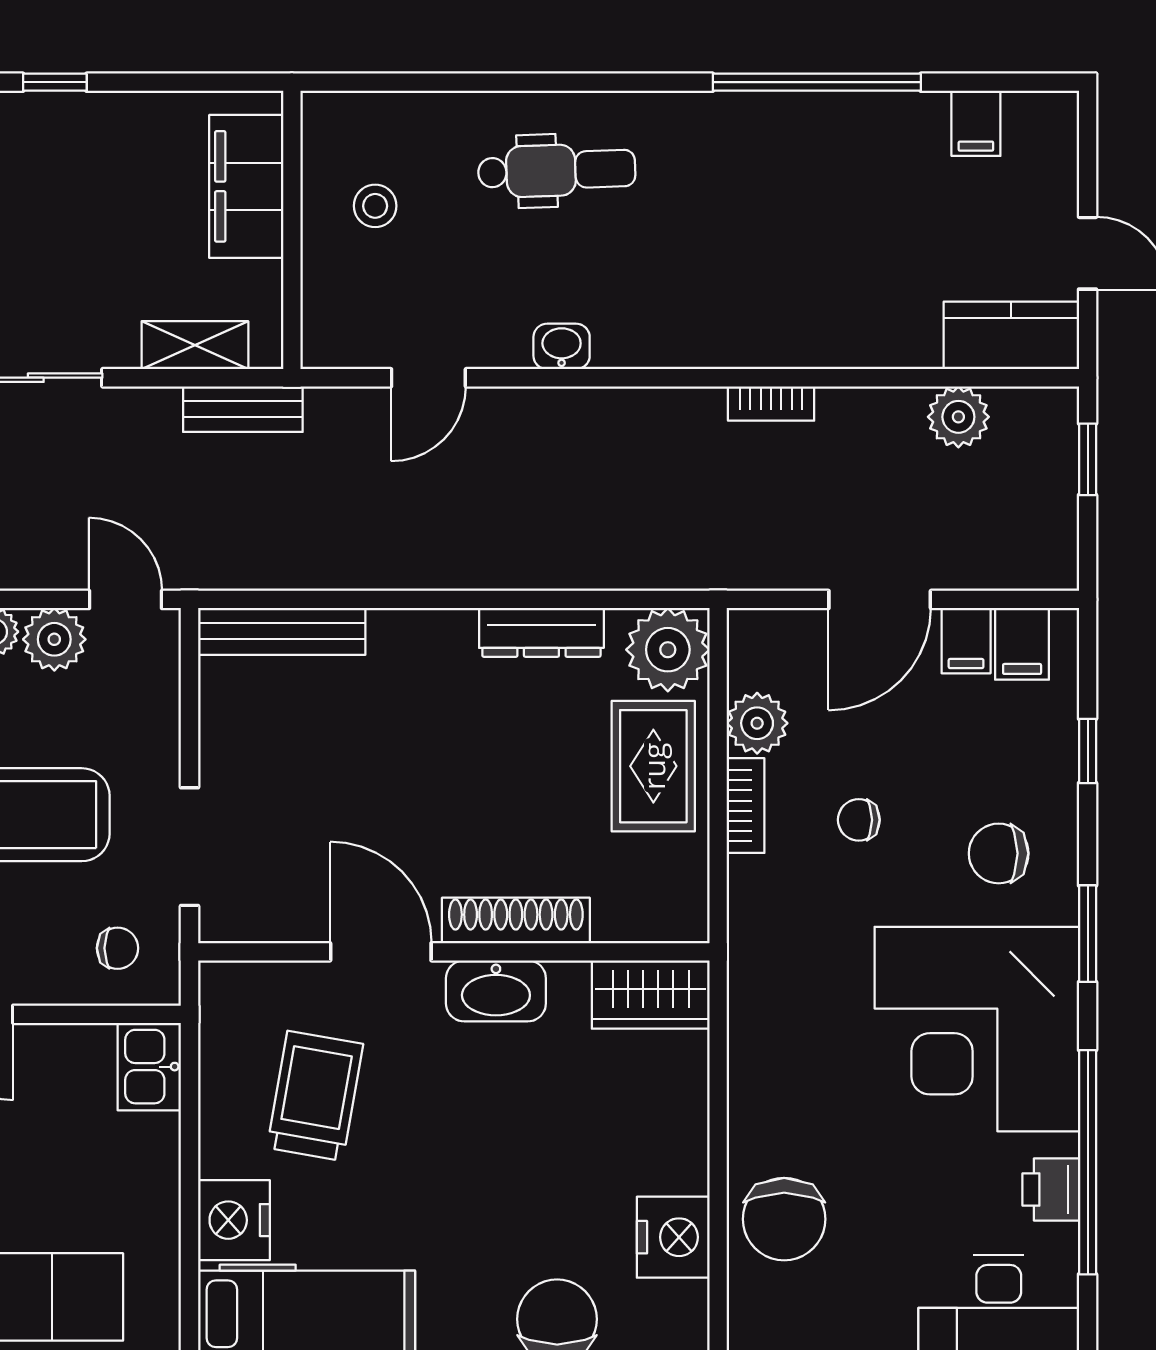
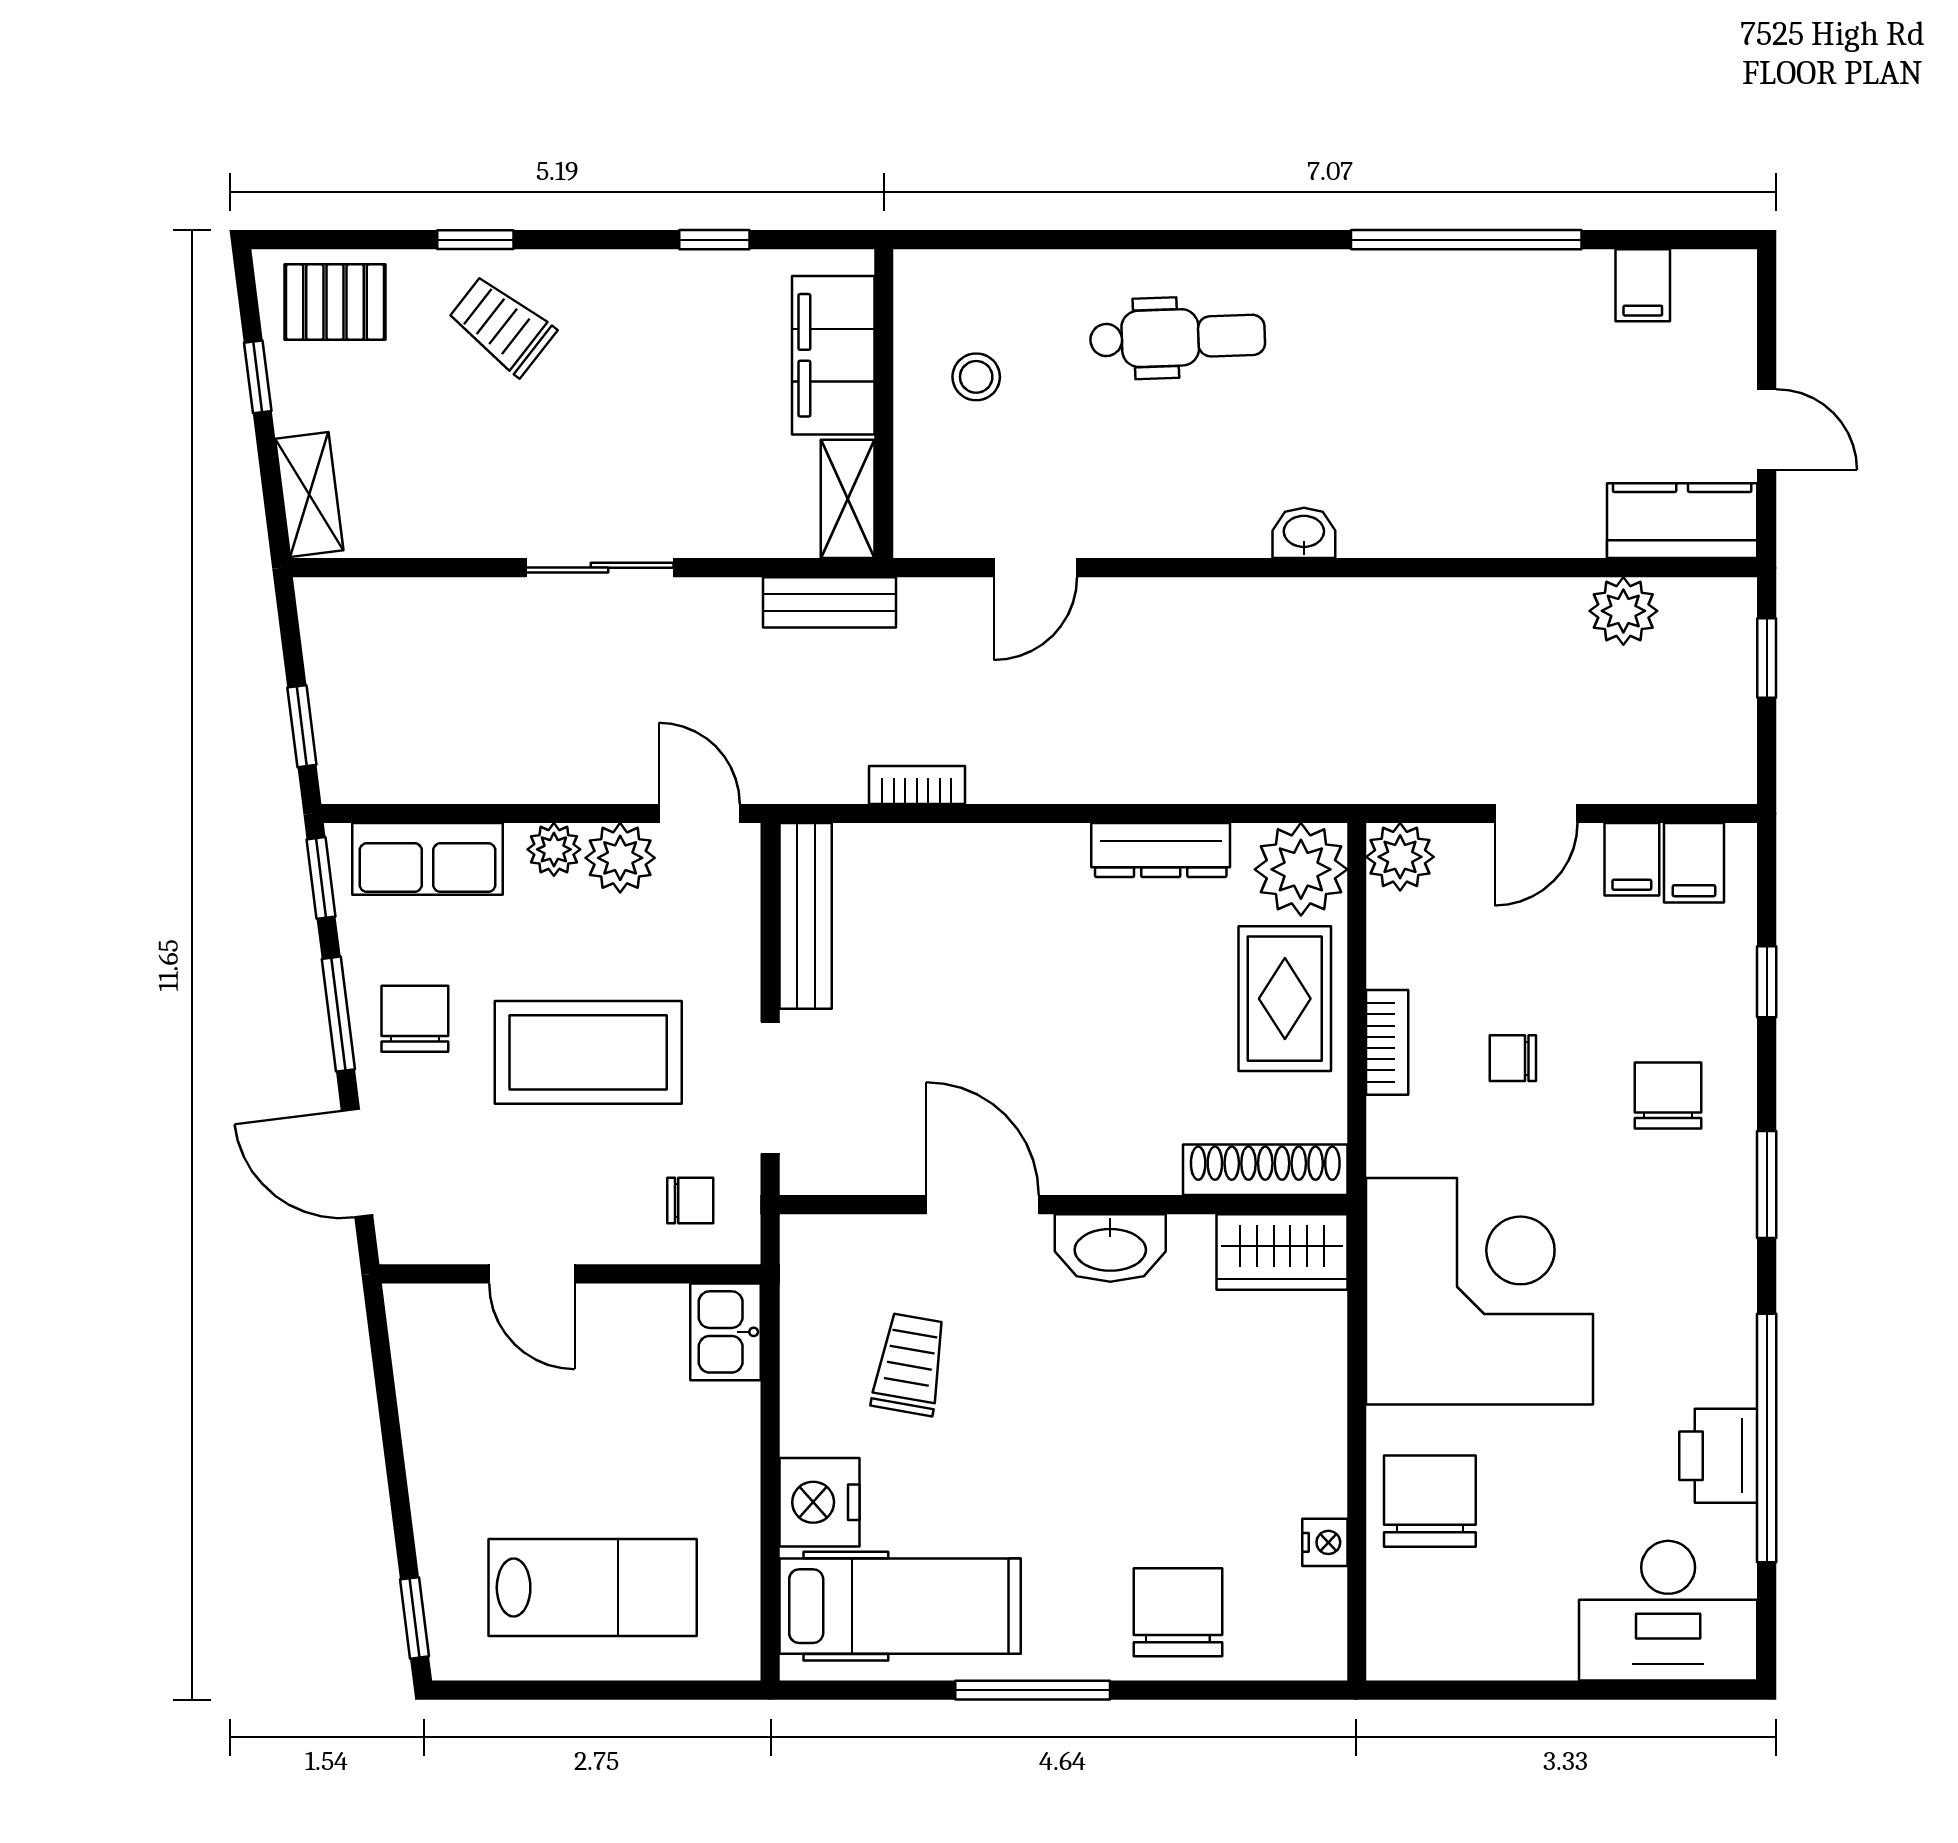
window: (55, 82) -> (714, 240), moved
shelving: (195, 345) -> (848, 499), moved, turned 90
washbasin: (562, 346) -> (1304, 533), moved
bookcase: (771, 404) -> (917, 785), moved, turned 180
door: (880, 599) -> (1536, 814), width x0.73
bench: (282, 631) -> (806, 916), moved, turned 90
plant: (757, 723) -> (1400, 857), moved
chair: (999, 853) -> (1668, 1095), turned 90
shoe rack: (516, 920) -> (1265, 1170), moved
corner desk: (977, 1029) -> (1480, 1291), moved, turned 180
trolley: (315, 1096) -> (910, 1364), width x0.73, depth x0.72
printer: (1051, 1190) -> (1718, 1456), width x1.36, depth x1.24
chair: (784, 1219) -> (1430, 1501), turned 180
nightstand: (673, 1237) -> (1325, 1542), width x0.53, depth x0.56

